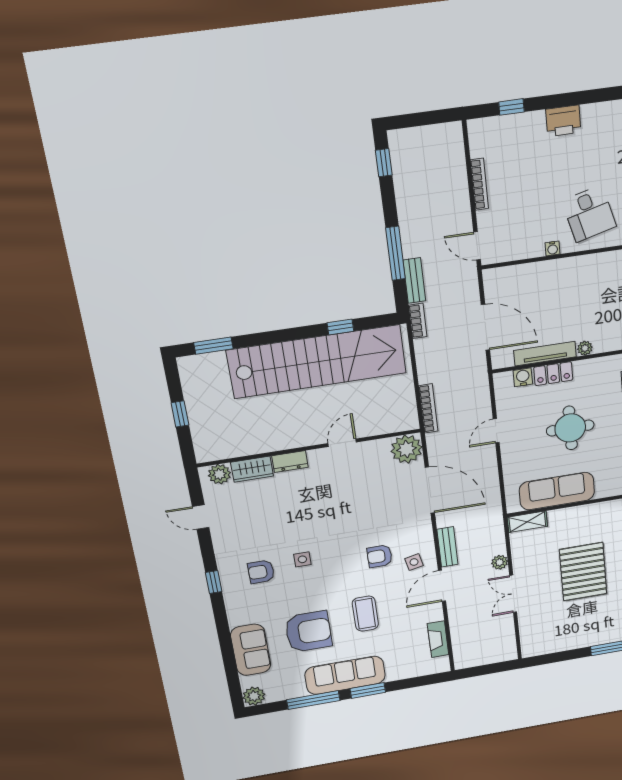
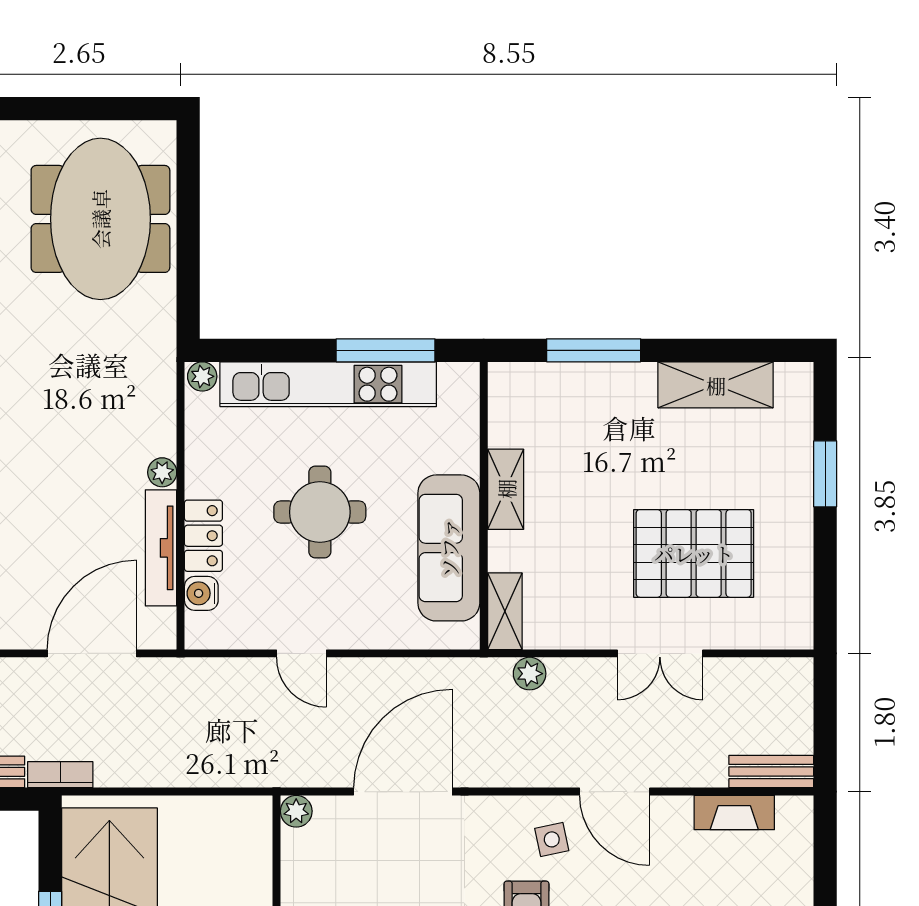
bookcase: (428, 408) -> (235, 775), removed
plant: (407, 449) -> (296, 811), width x0.53, depth x0.53
shelving: (589, 512) -> (506, 489), added
bench: (447, 547) -> (771, 772), moved
plant: (500, 562) -> (530, 674), moved
pallet: (583, 572) -> (694, 553), moved

